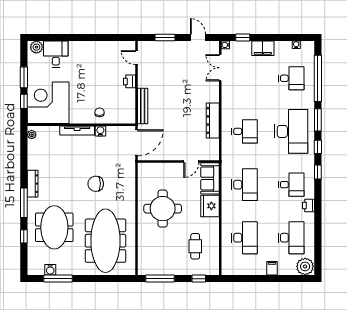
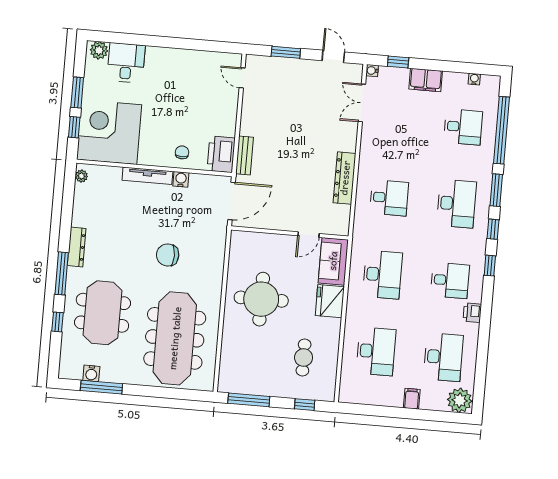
printer: (129, 81) -> (221, 154), moved, width x1.87, depth x1.48
bench: (143, 106) -> (244, 155), width x0.73
desk: (291, 131) -> (456, 204), width x0.73, depth x0.77

